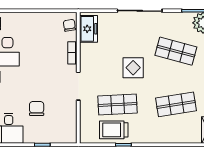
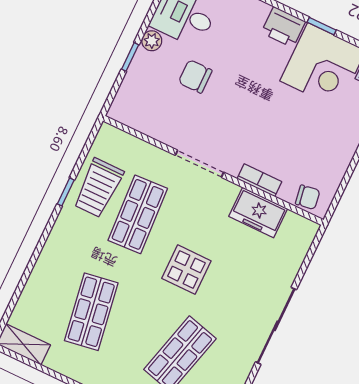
freezer: (88, 29) -> (258, 213), moved
chair: (37, 109) -> (195, 76), turned 180
trolley: (114, 130) -> (98, 188), turned 180
plant: (29, 138) -> (152, 41), added

